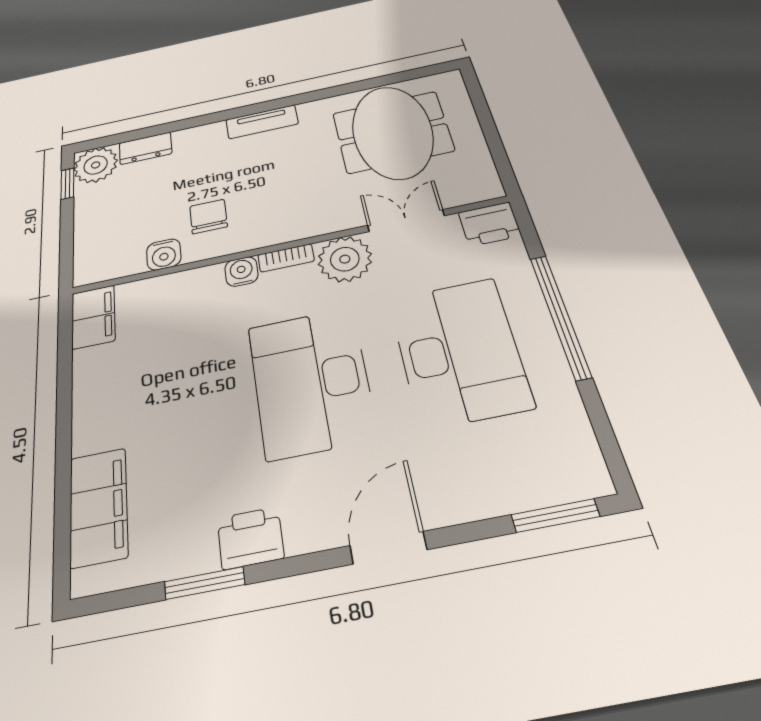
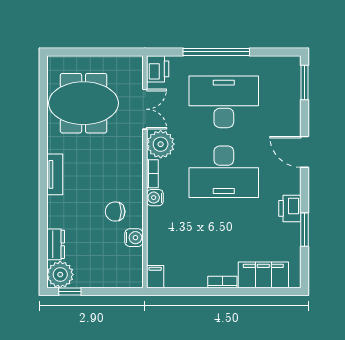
double door: (406, 221) -> (145, 109), swing flipped
filing cabinet: (93, 317) -> (155, 277), width x0.50
bookcase: (83, 425) -> (222, 282), added

